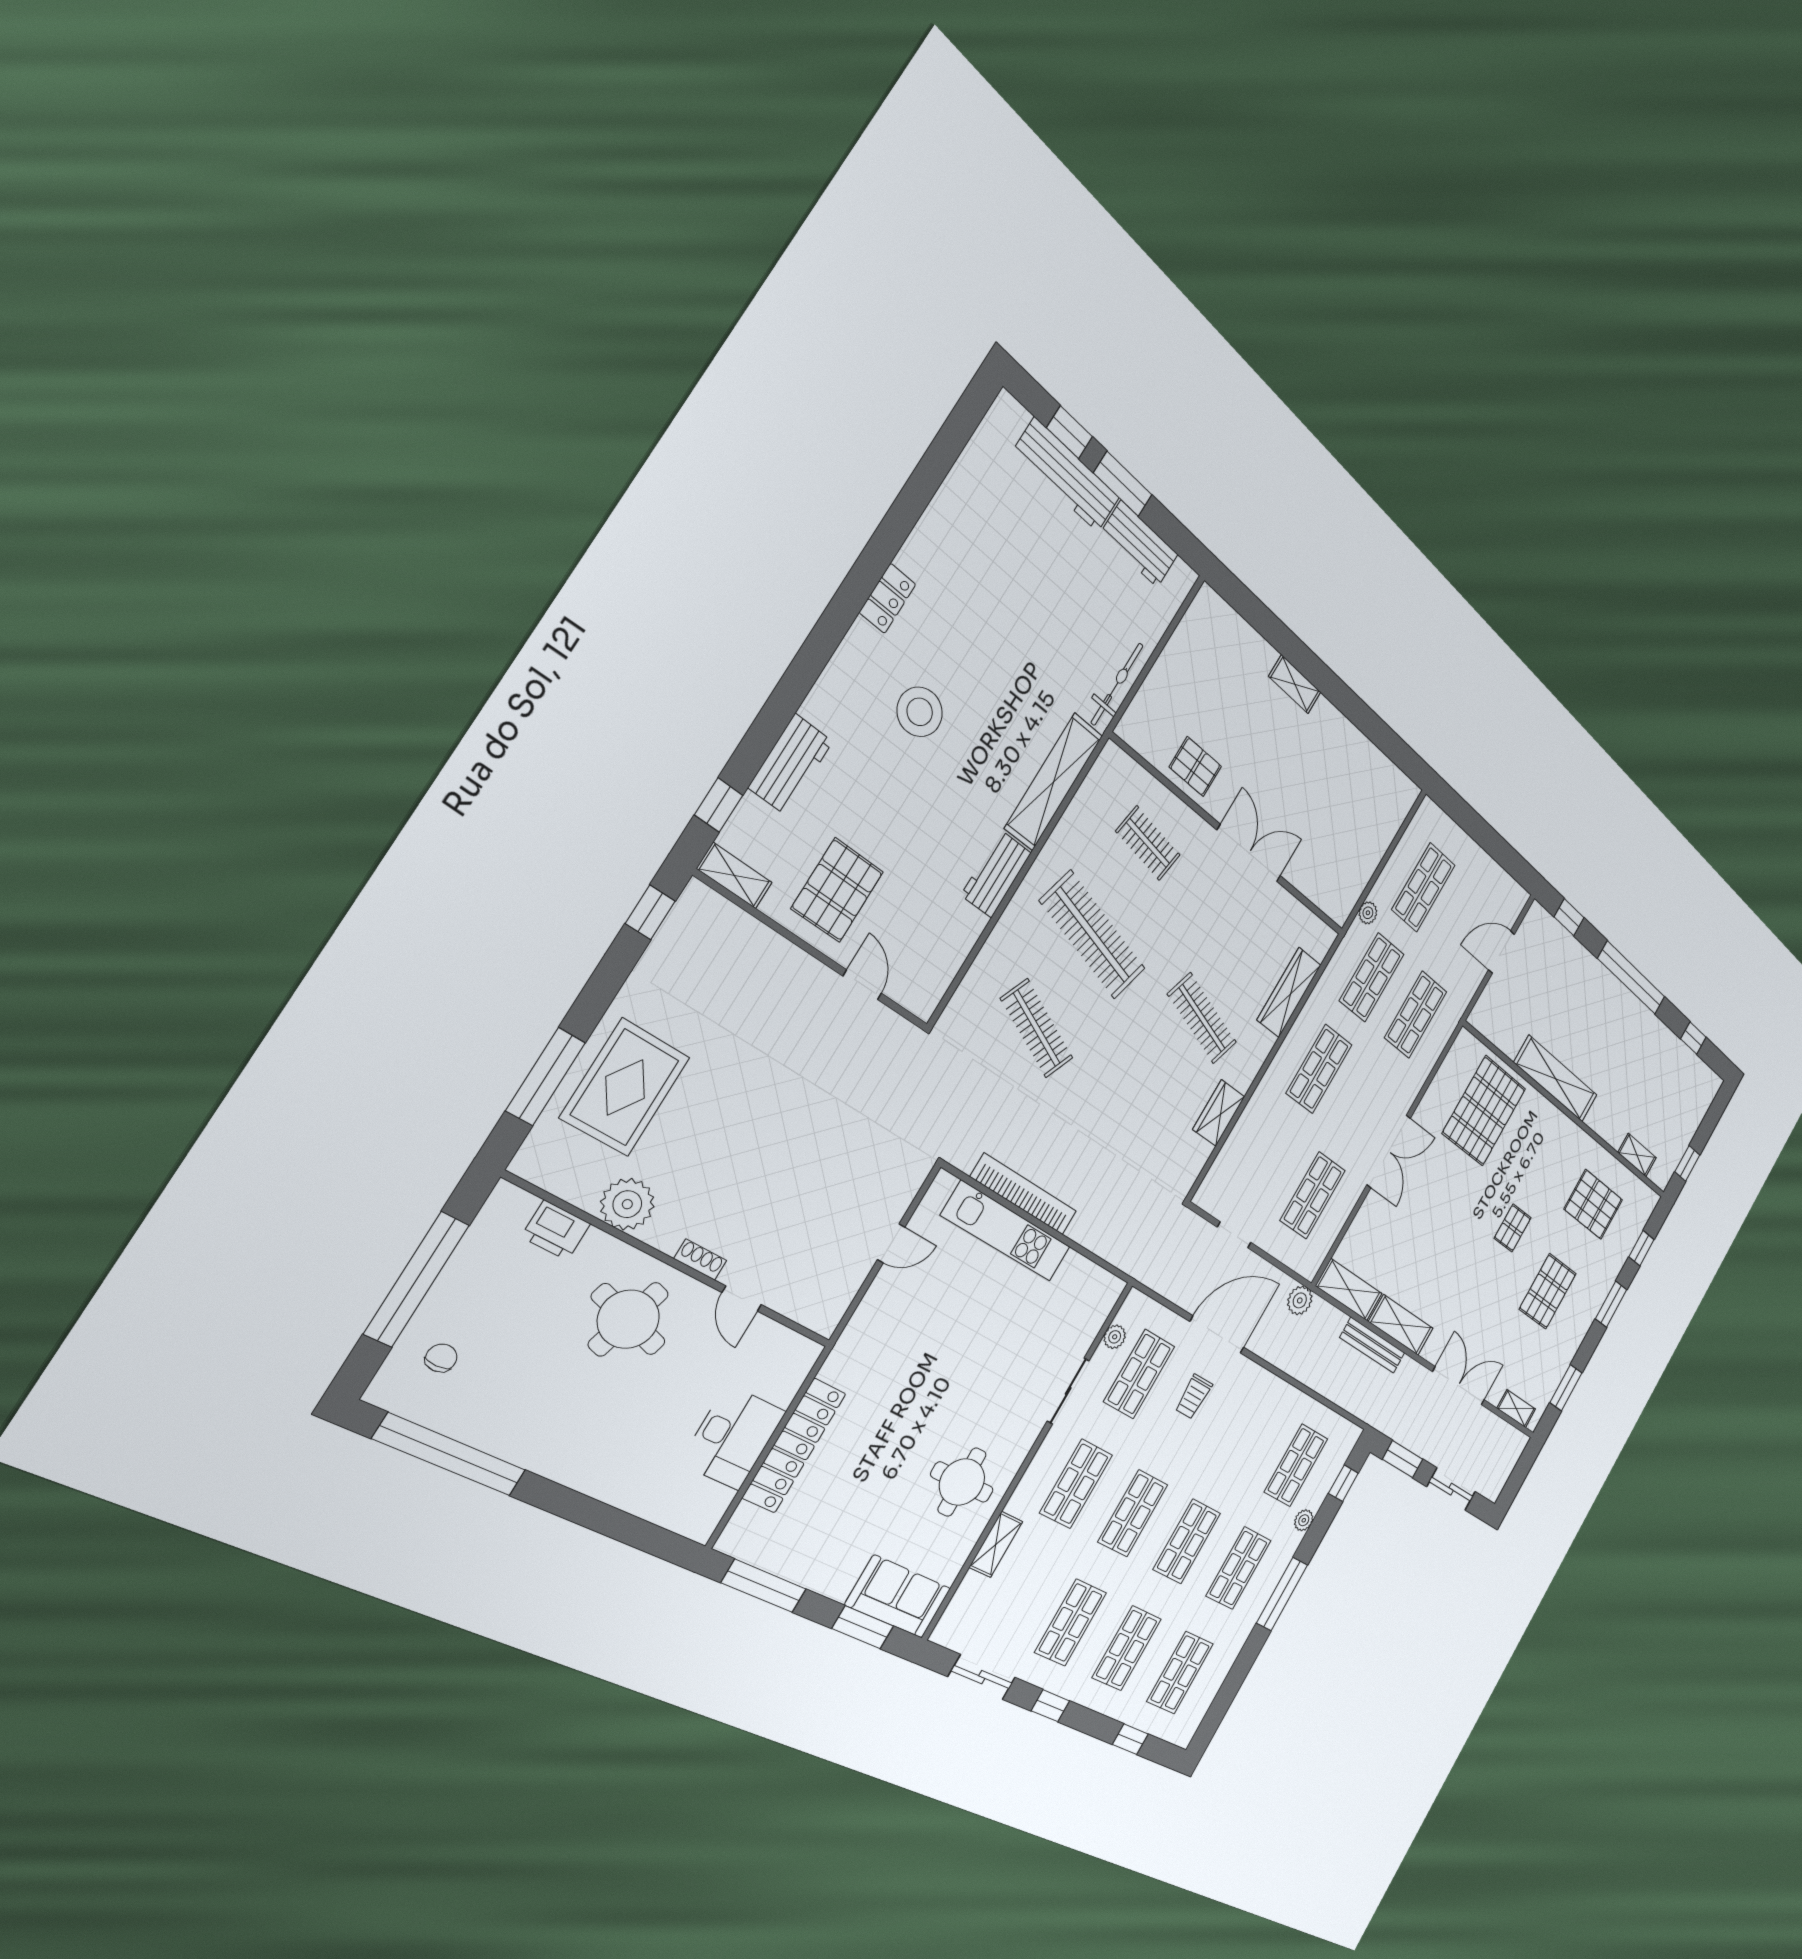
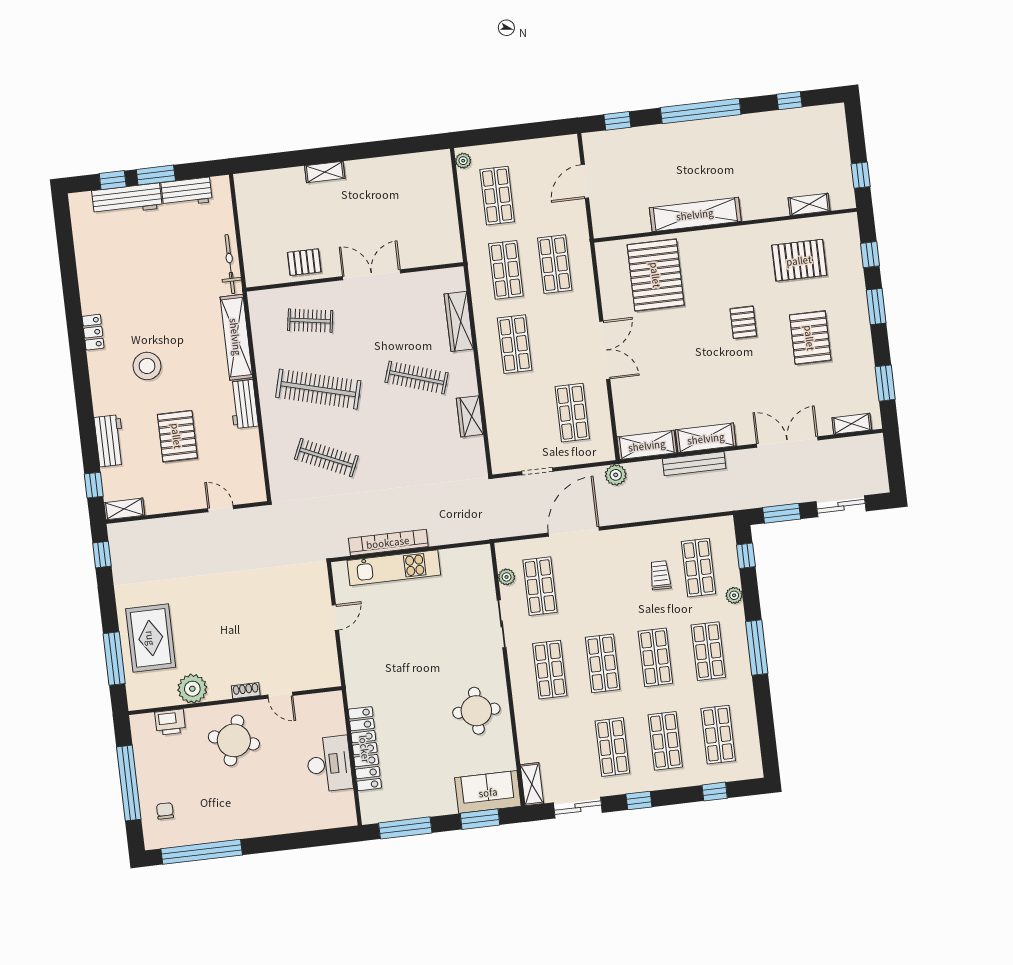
pallet: (837, 890) -> (177, 436), moved
plant: (1368, 913) -> (463, 161), moved
trolley: (1194, 1396) -> (660, 575), moved, turned 180
shelving: (996, 1544) -> (532, 784), moved

